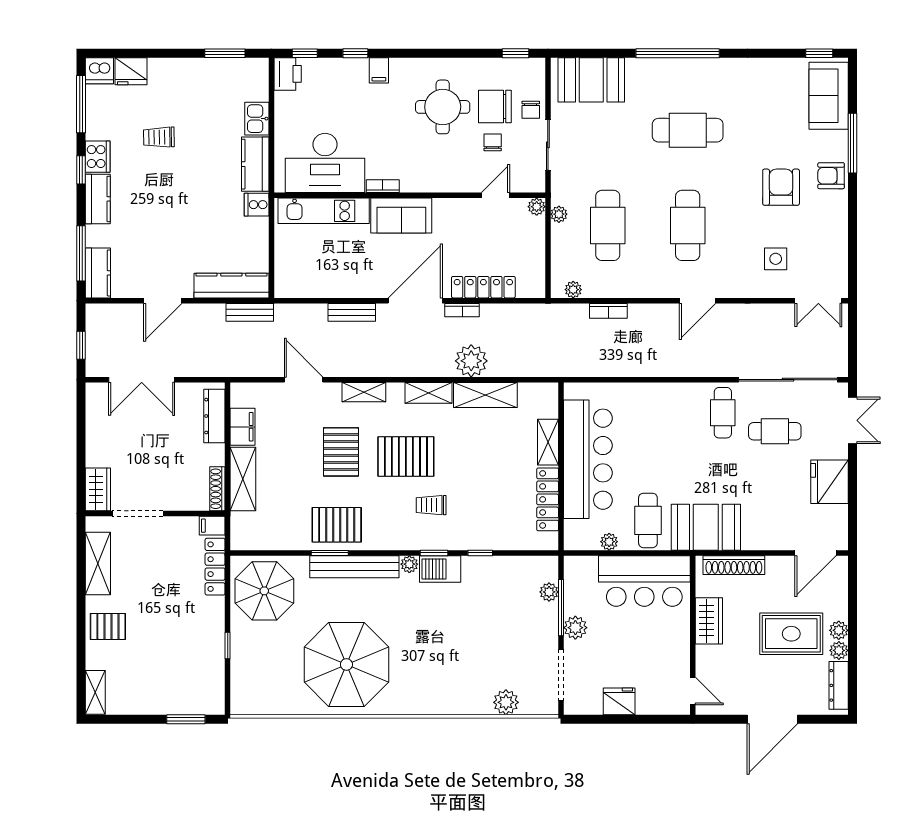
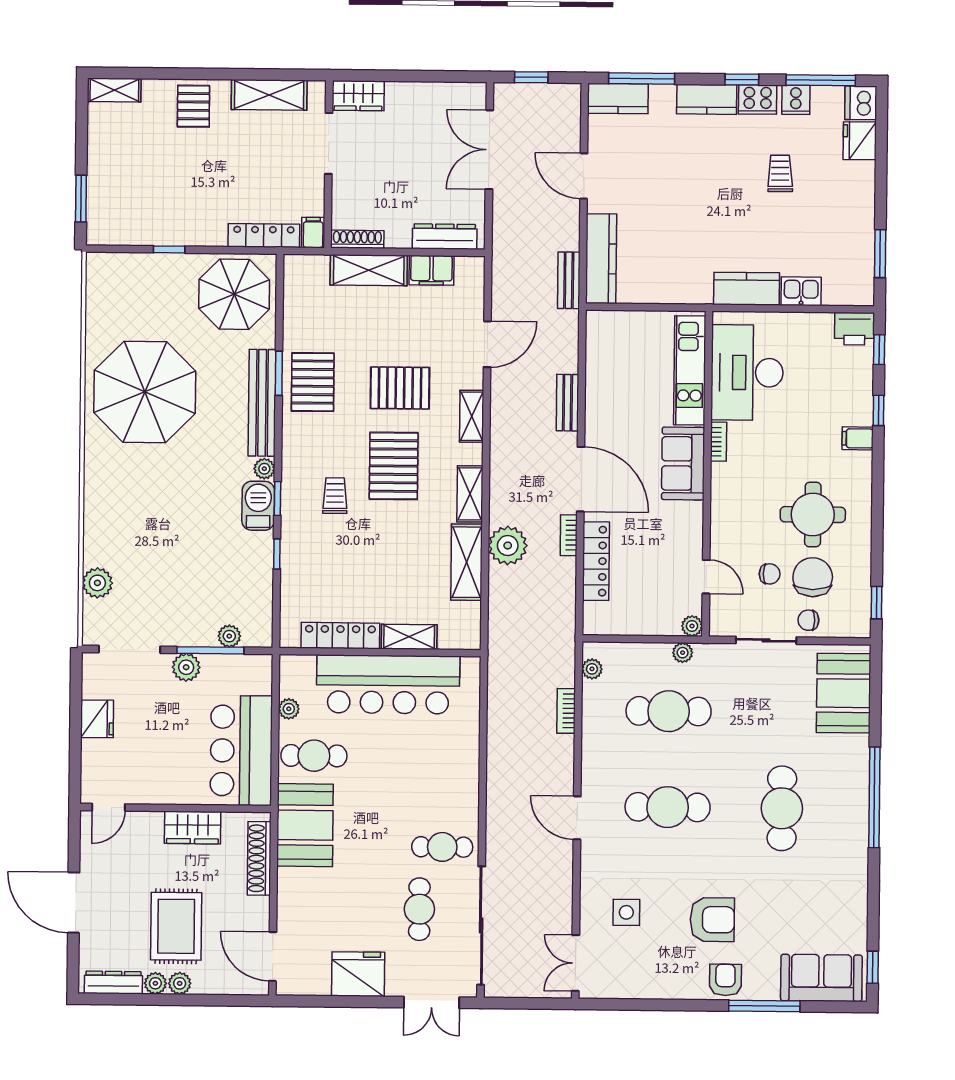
cooker: (257, 205) -> (796, 100), moved, turned 180

